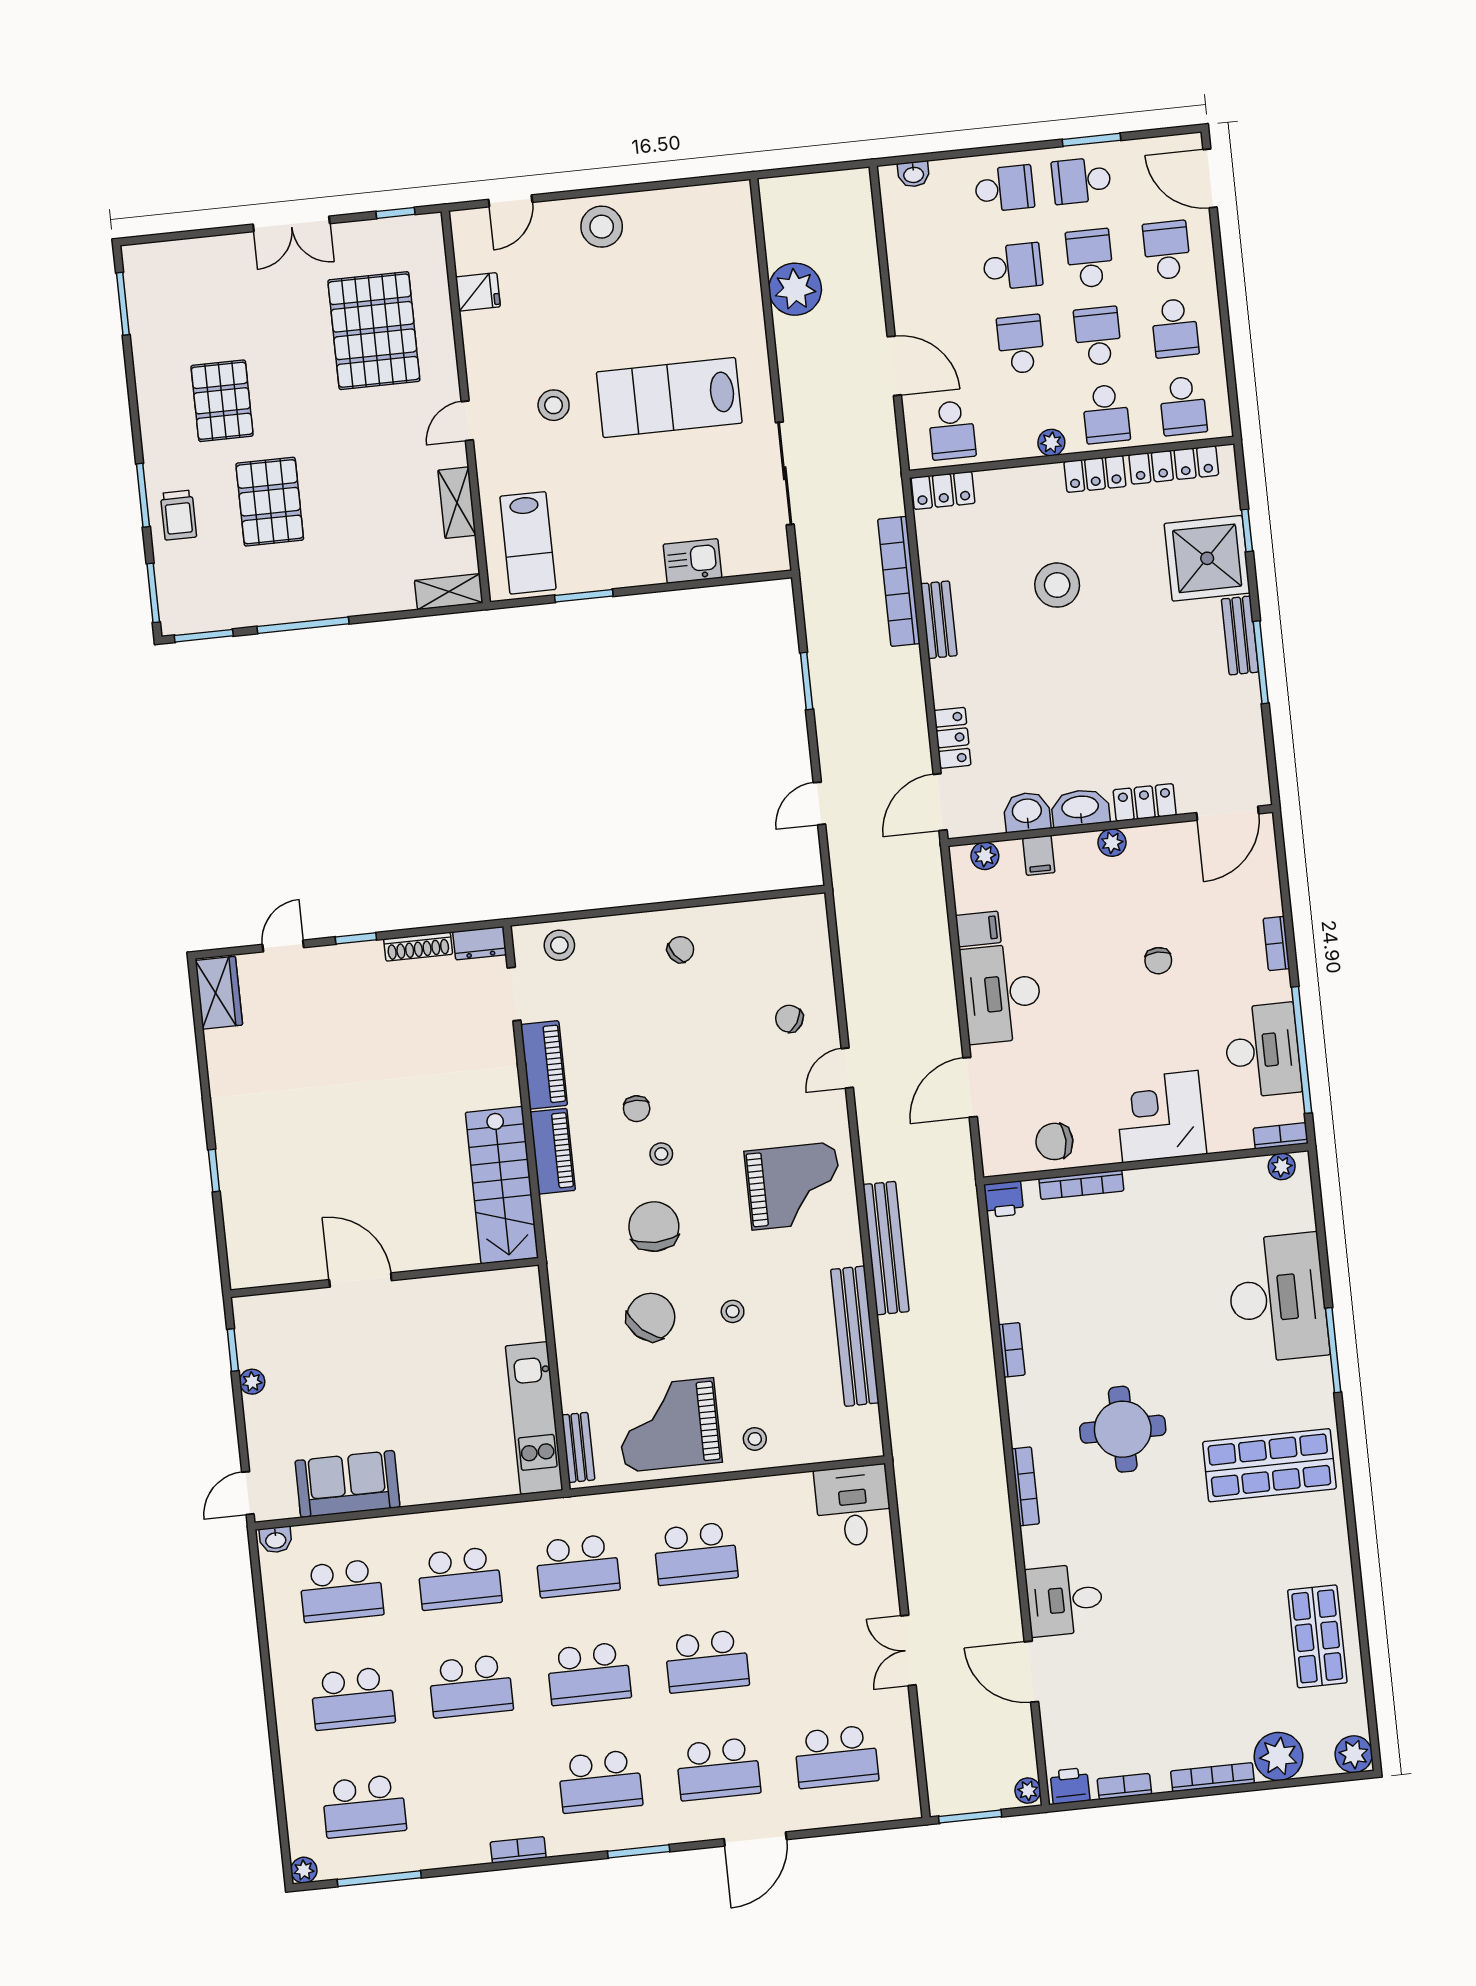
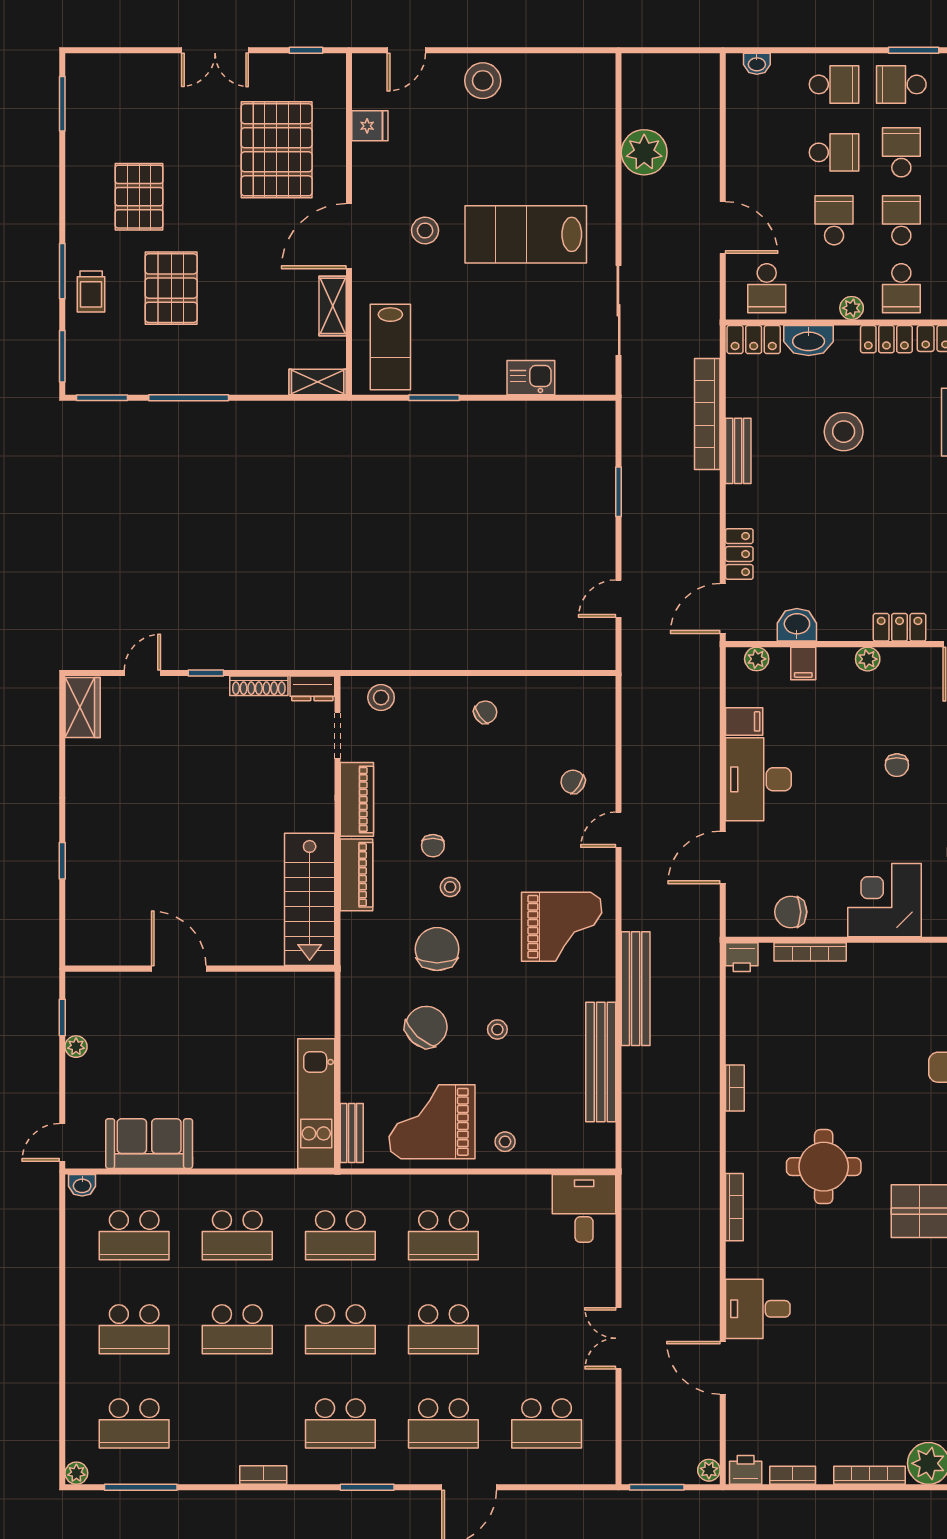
door: (467, 421) -> (349, 236), width x1.87
washbasin: (1080, 808) -> (809, 340), moved, turned 180

